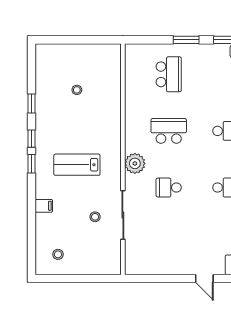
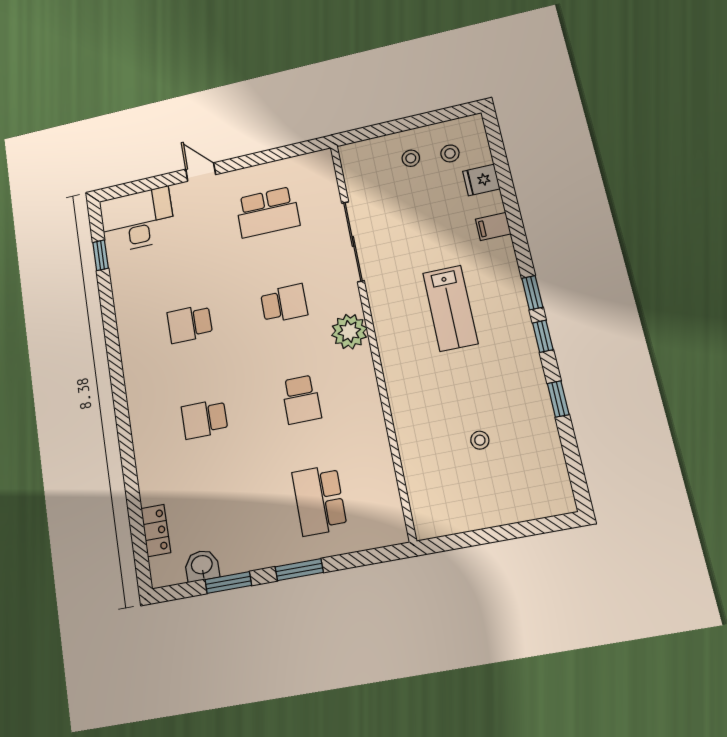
school desk: (169, 131) -> (301, 399), width x0.54
lab bench: (77, 165) -> (450, 308), turned 90
stool: (95, 217) -> (411, 158), moved
fridge: (44, 234) -> (481, 180), added
school desk: (169, 244) -> (268, 212), added

